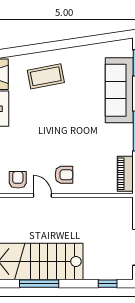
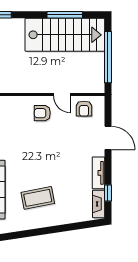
coffee table: (46, 76) -> (38, 198), moved

